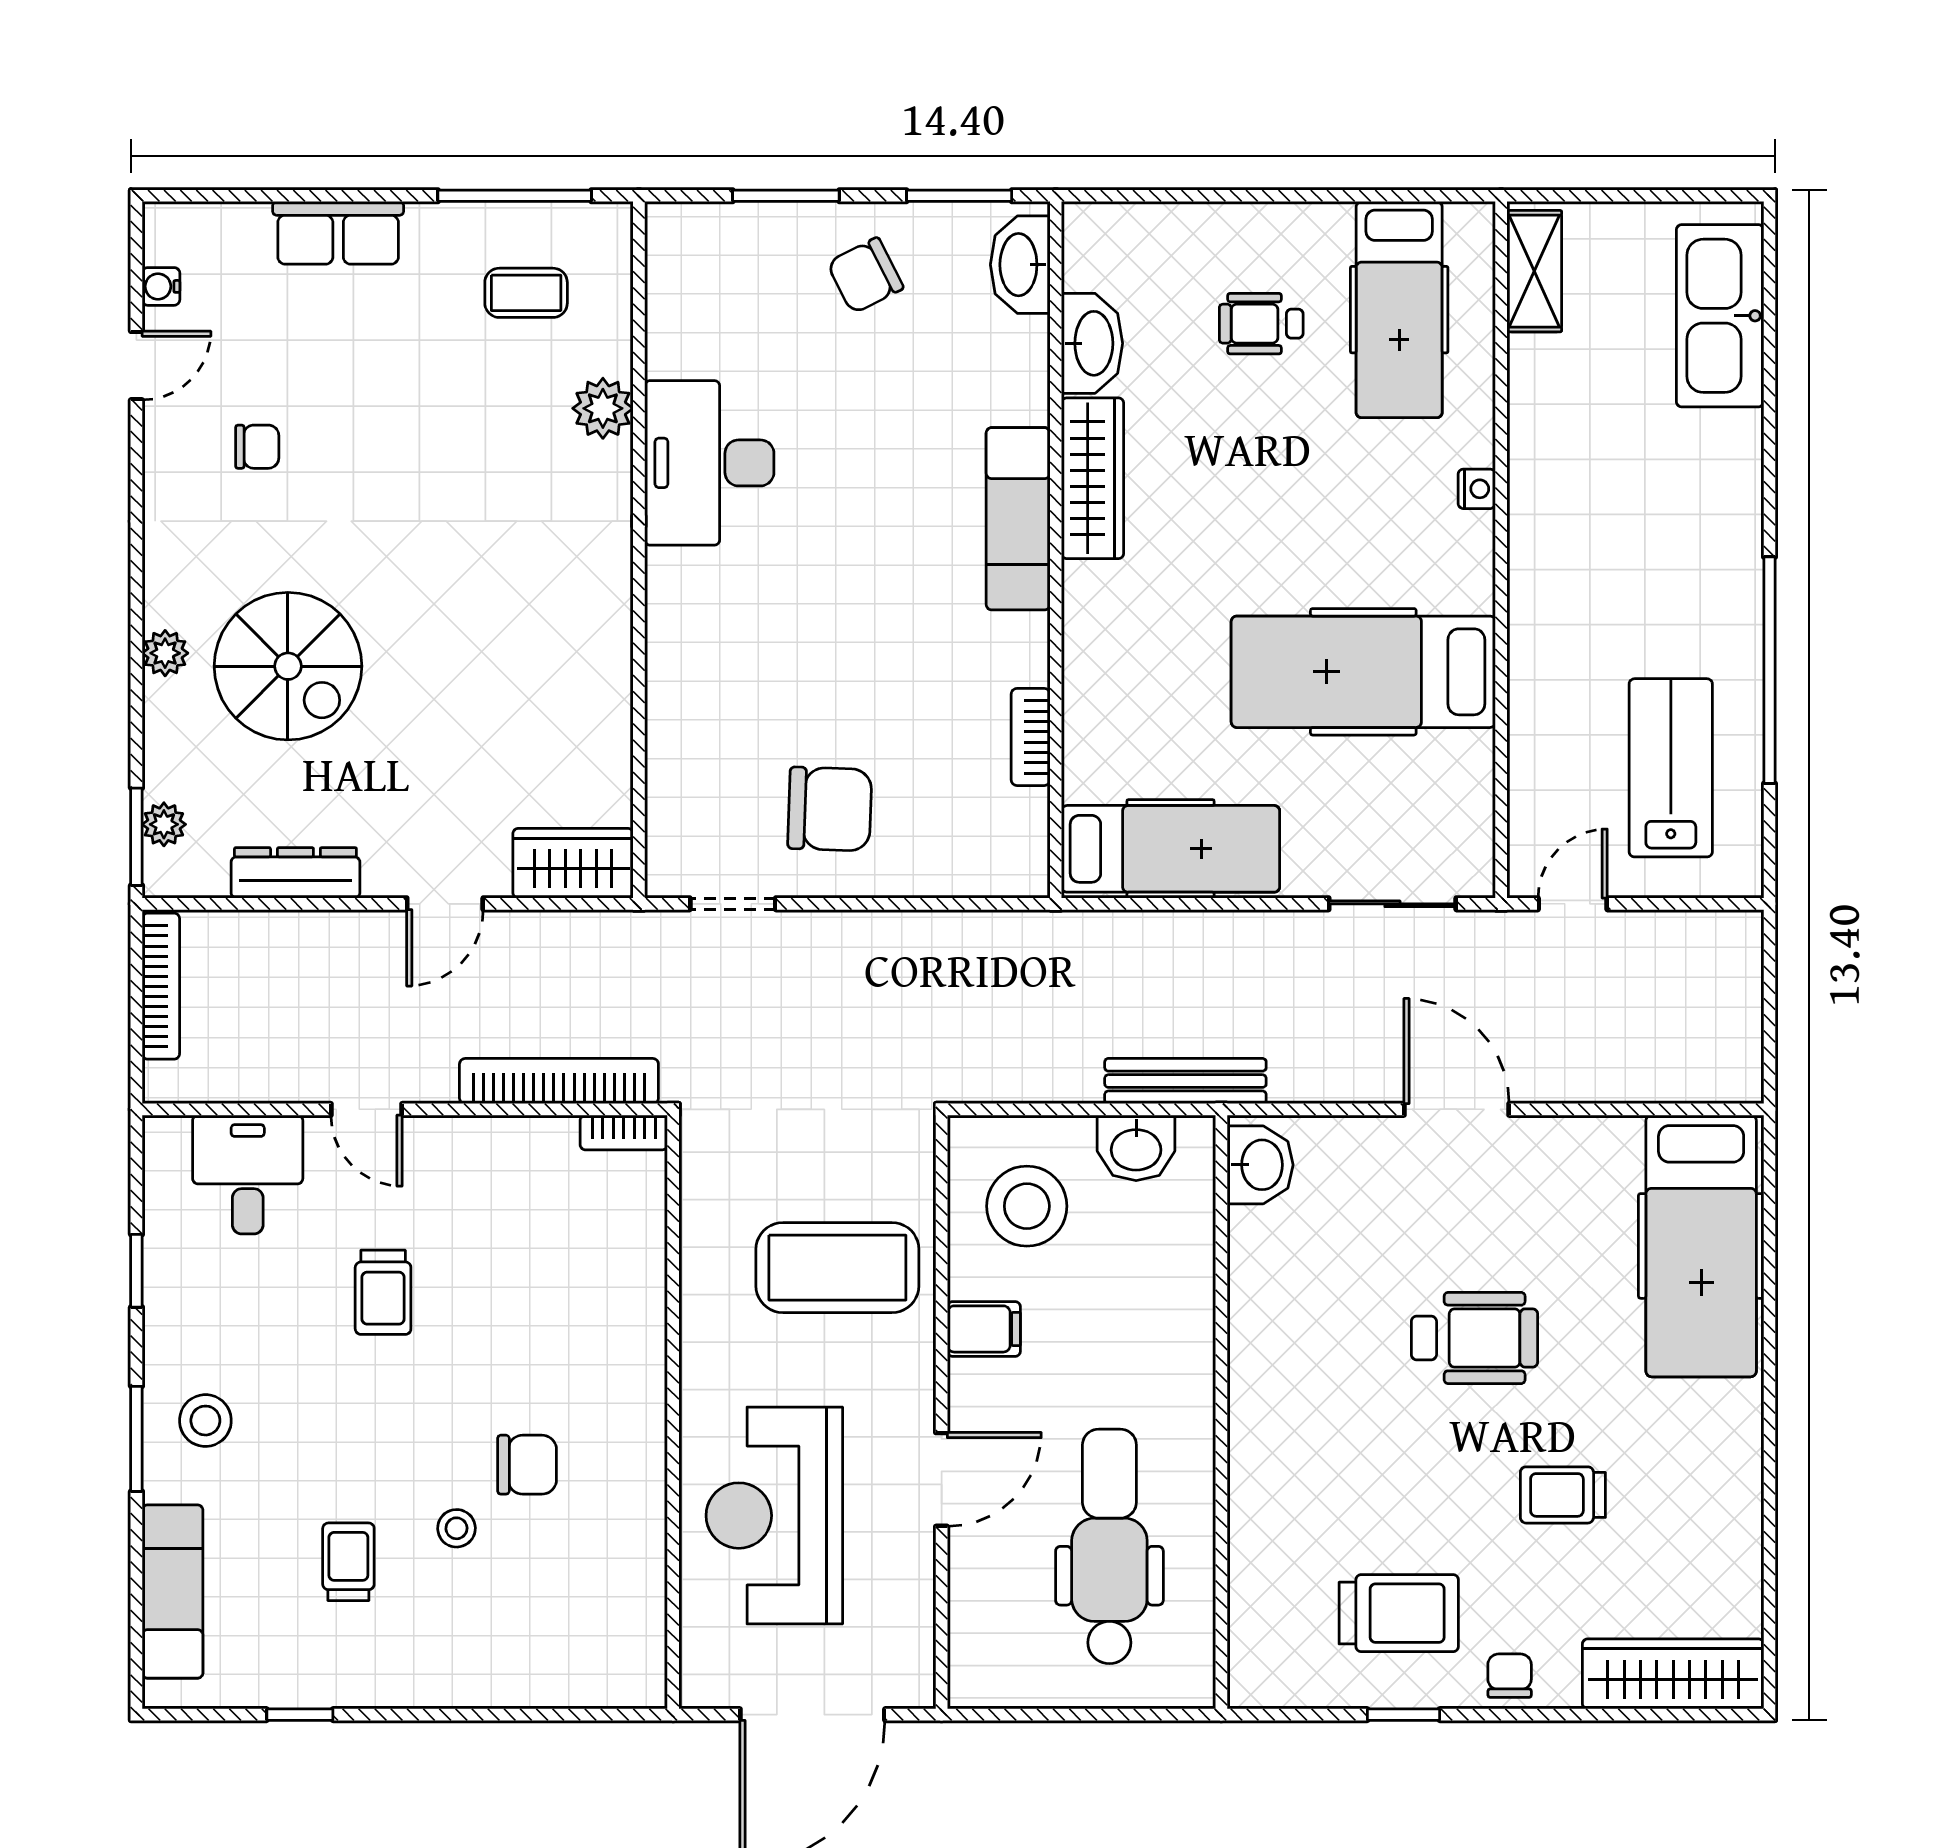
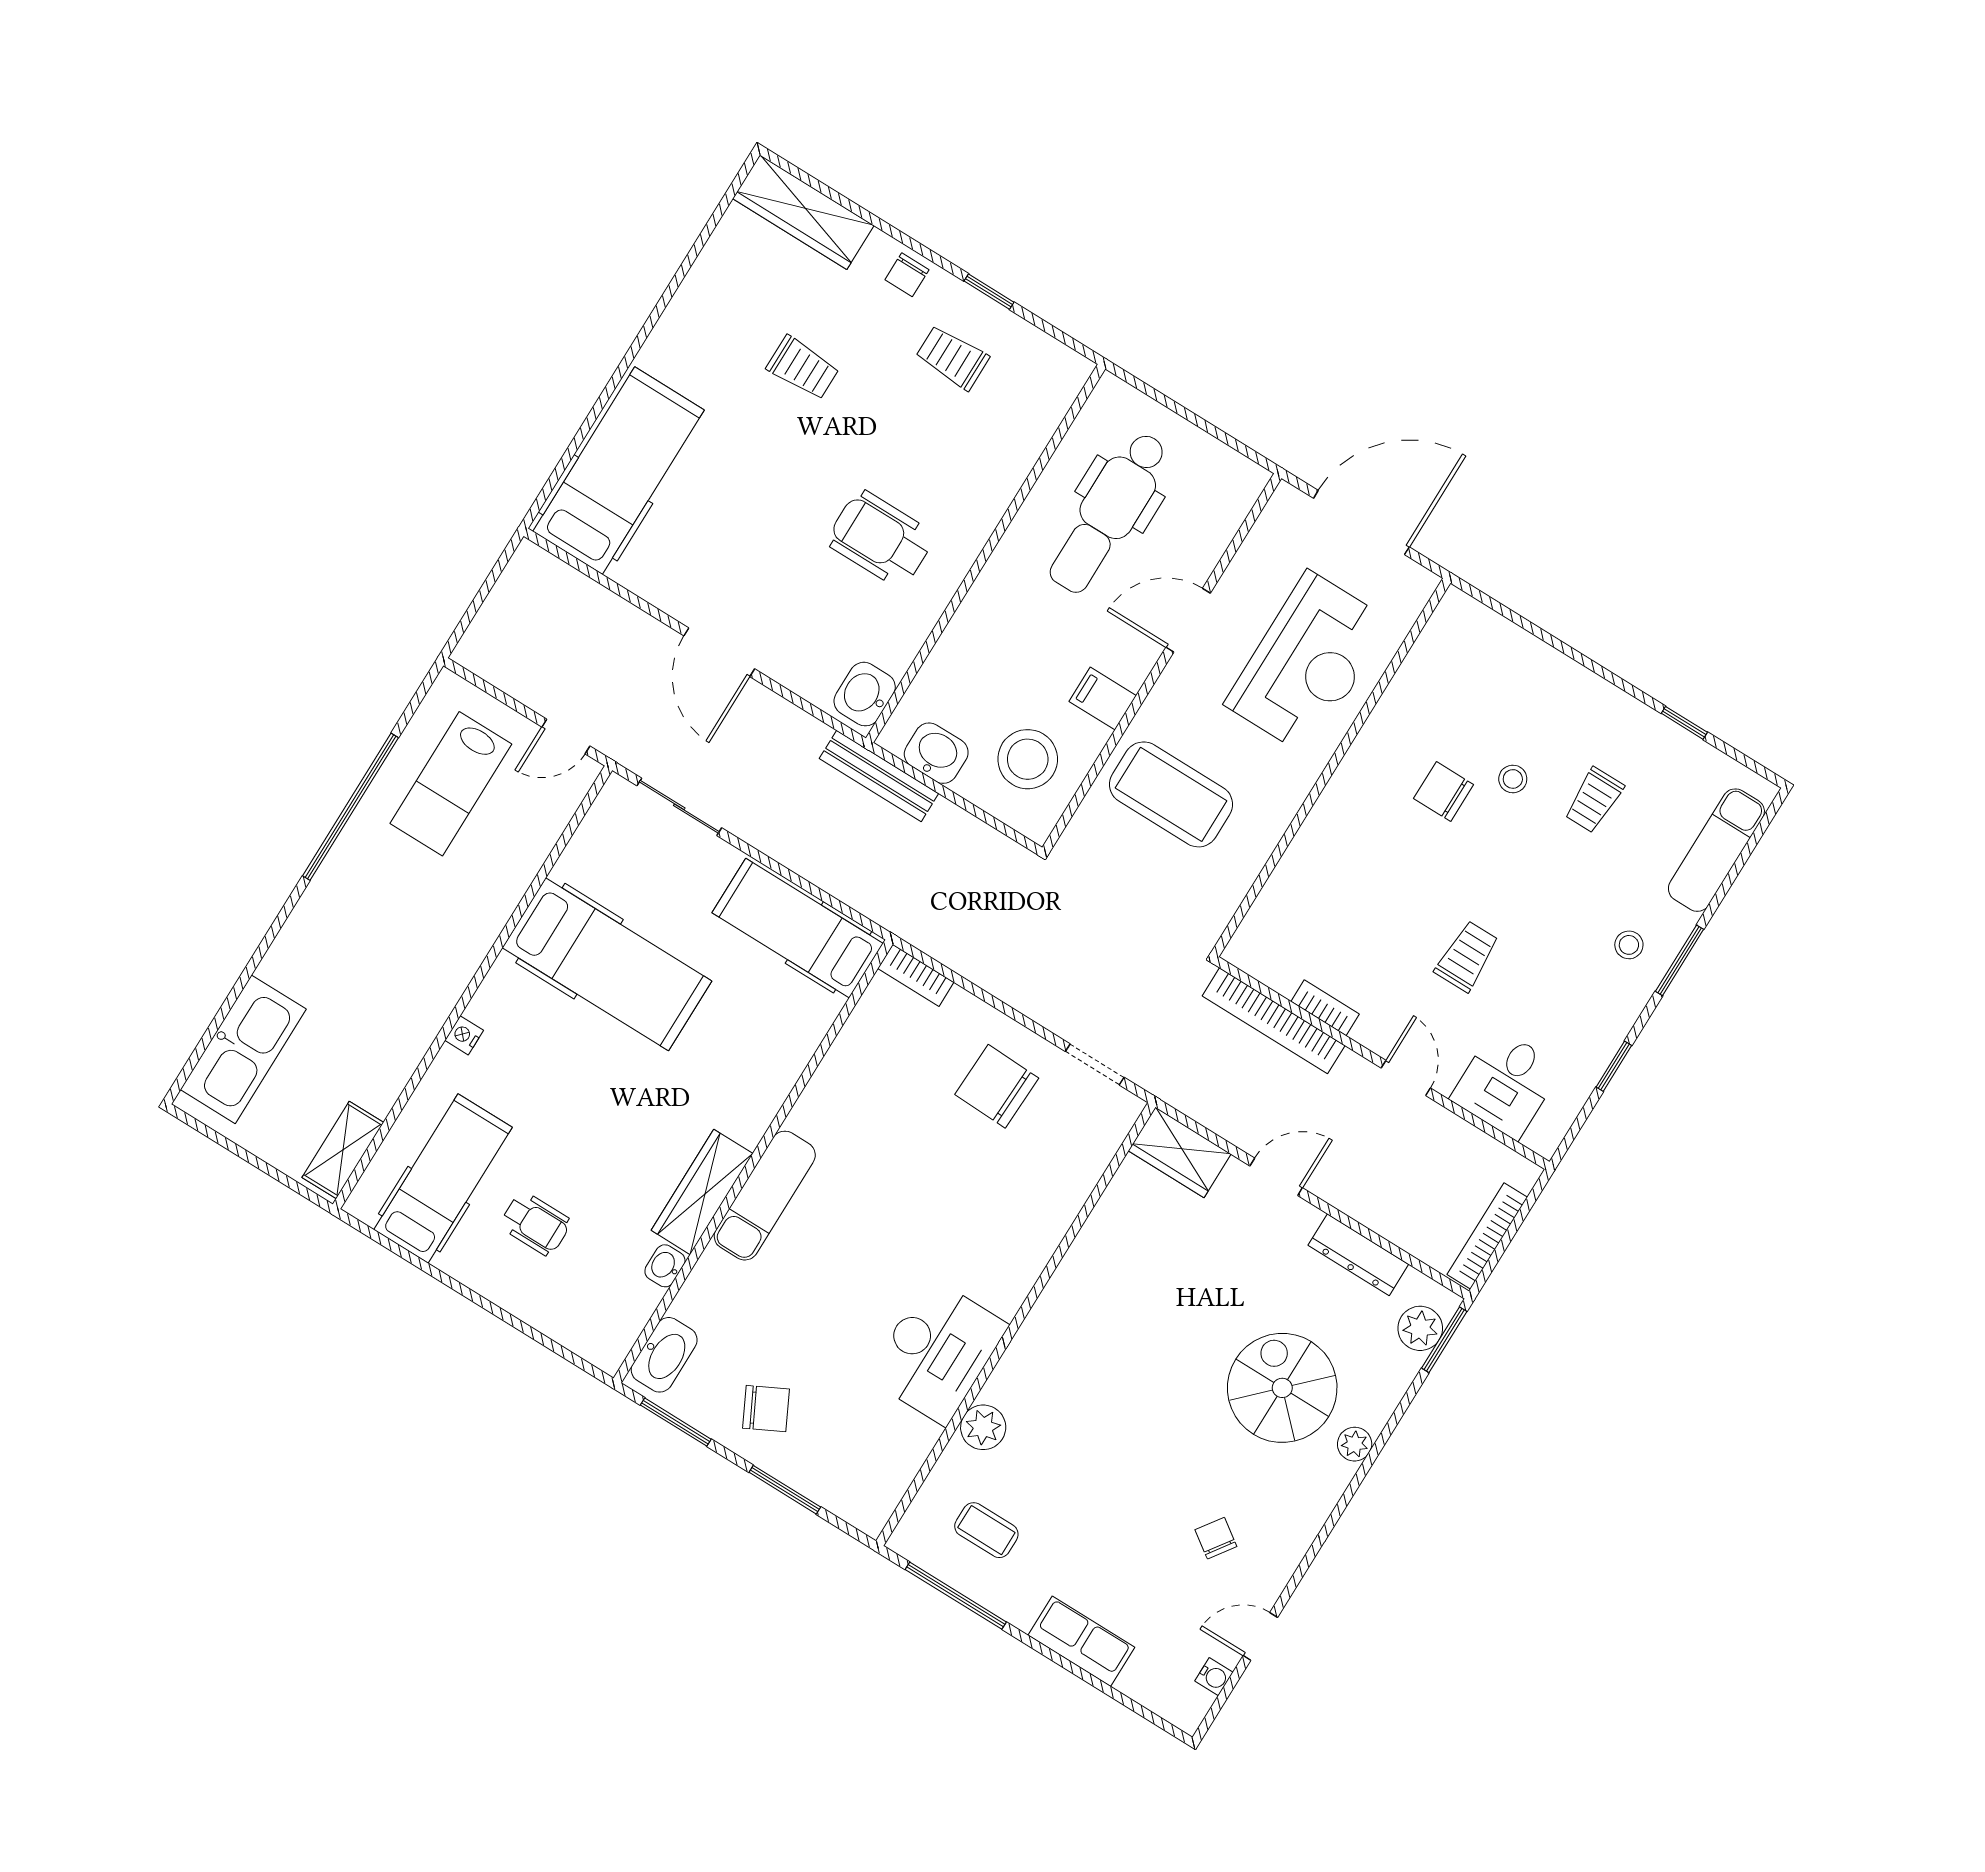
washbasin: (1092, 343) -> (665, 1266), width x0.52, depth x0.69
chair: (257, 447) -> (1216, 1538), turned 35
bookcase: (1031, 737) -> (916, 975), moved, turned 90
plant: (164, 824) -> (1420, 1328), width x1.38, depth x1.38
bookcase: (624, 1133) -> (1325, 1008), moved
wheelchair: (1474, 1338) -> (881, 539), moved
stool: (205, 1421) -> (1629, 945), width x0.73, depth x0.73
trolley: (1399, 1613) -> (952, 357), width x0.73, depth x0.72

